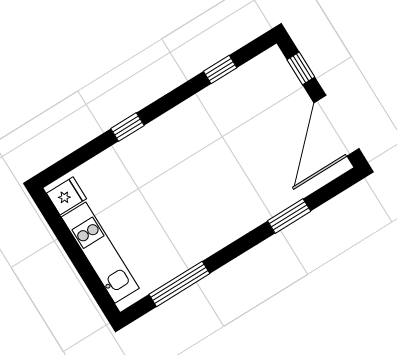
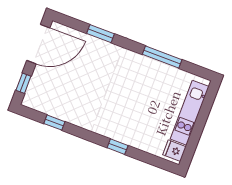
window: (179, 284) -> (162, 57), moved

